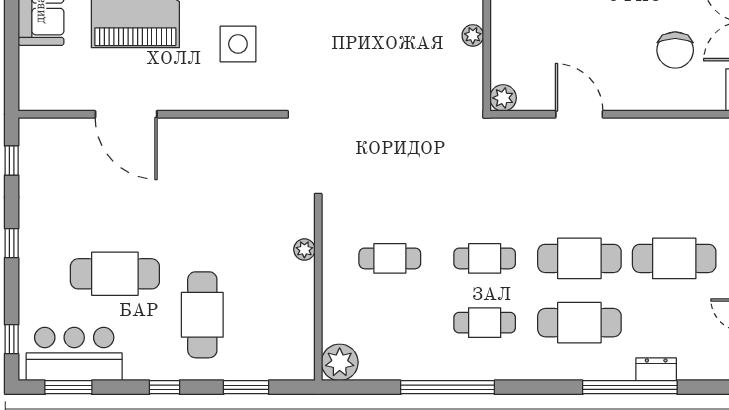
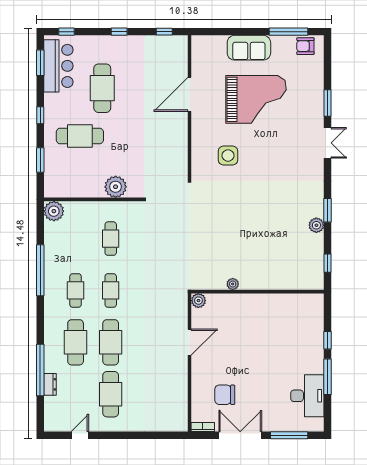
plant: (304, 250) -> (116, 187), width x1.87, depth x1.87

